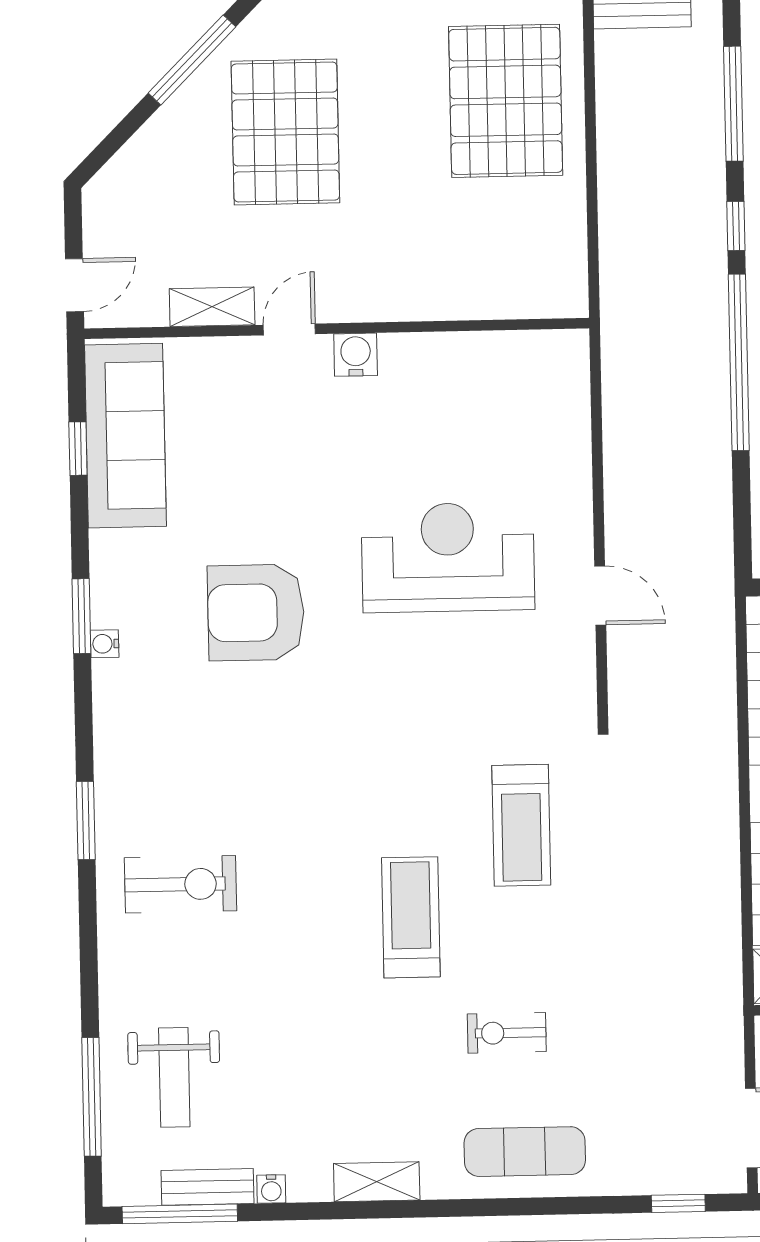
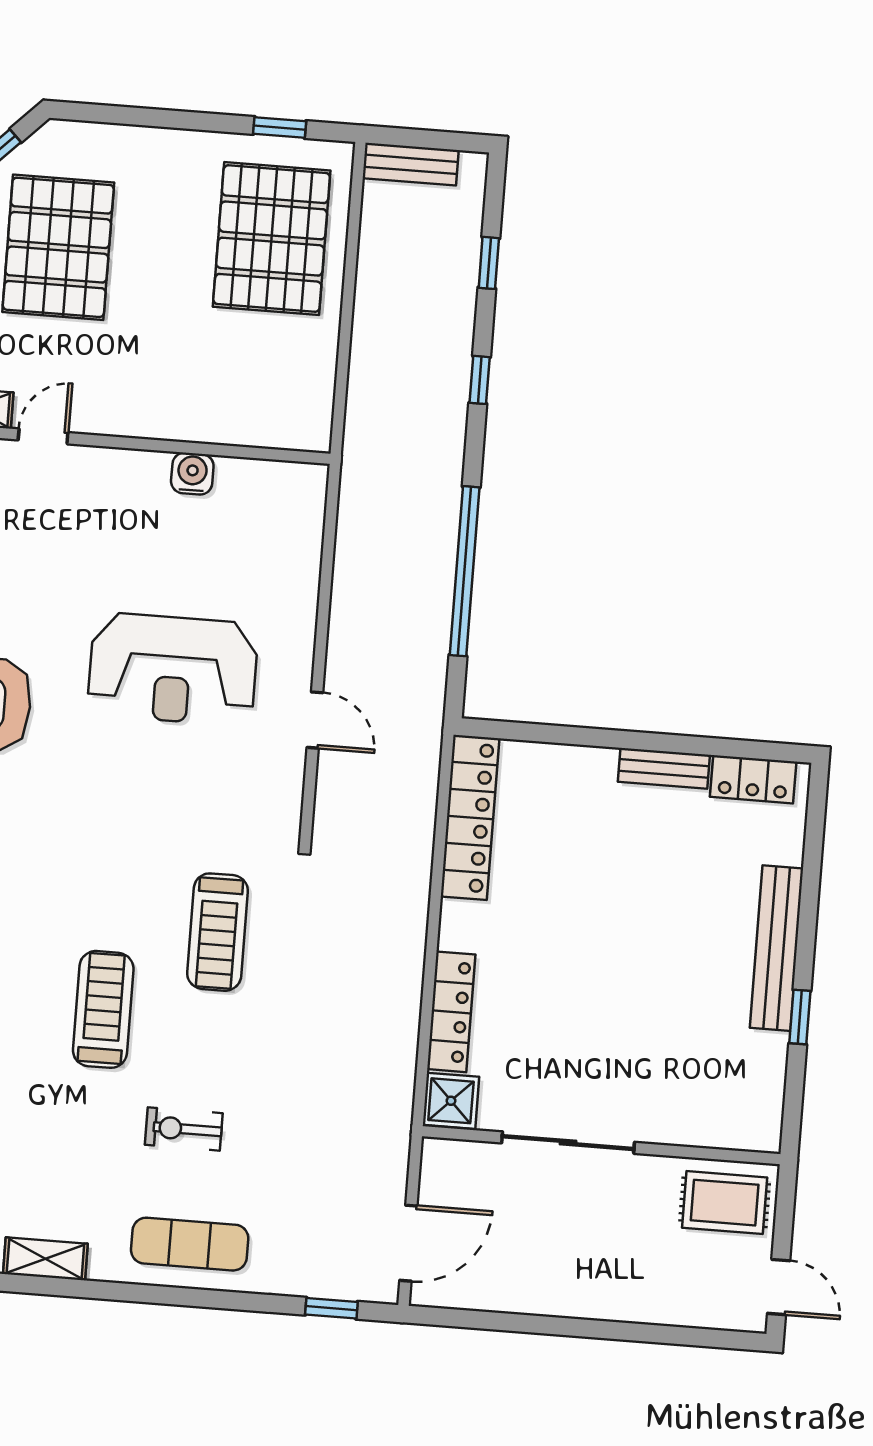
window: (733, 104) -> (489, 263), width x0.46
water cooler: (356, 355) -> (192, 474), moved
window: (739, 362) -> (465, 571), moved
reception desk: (448, 557) -> (173, 669), turned 180

